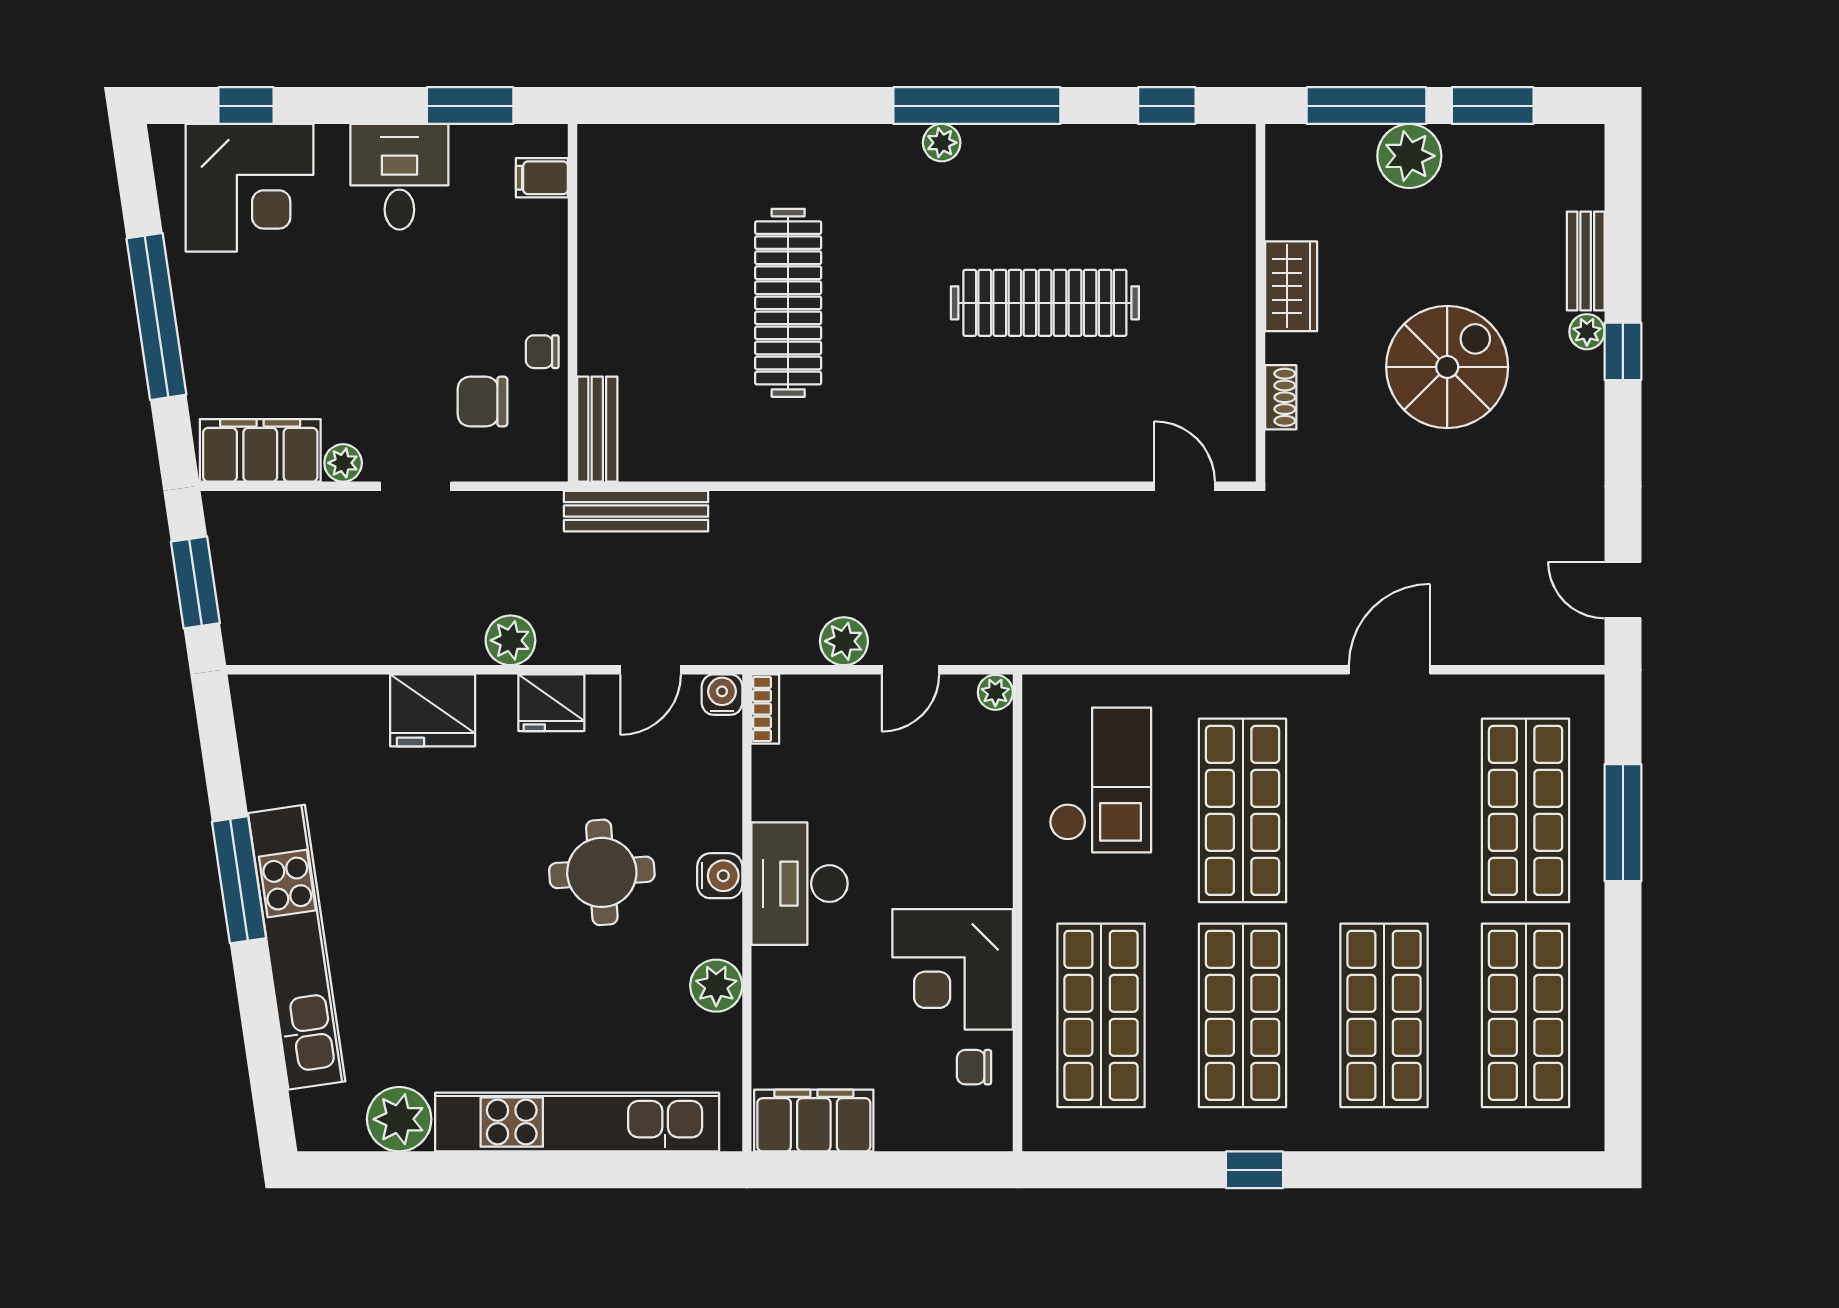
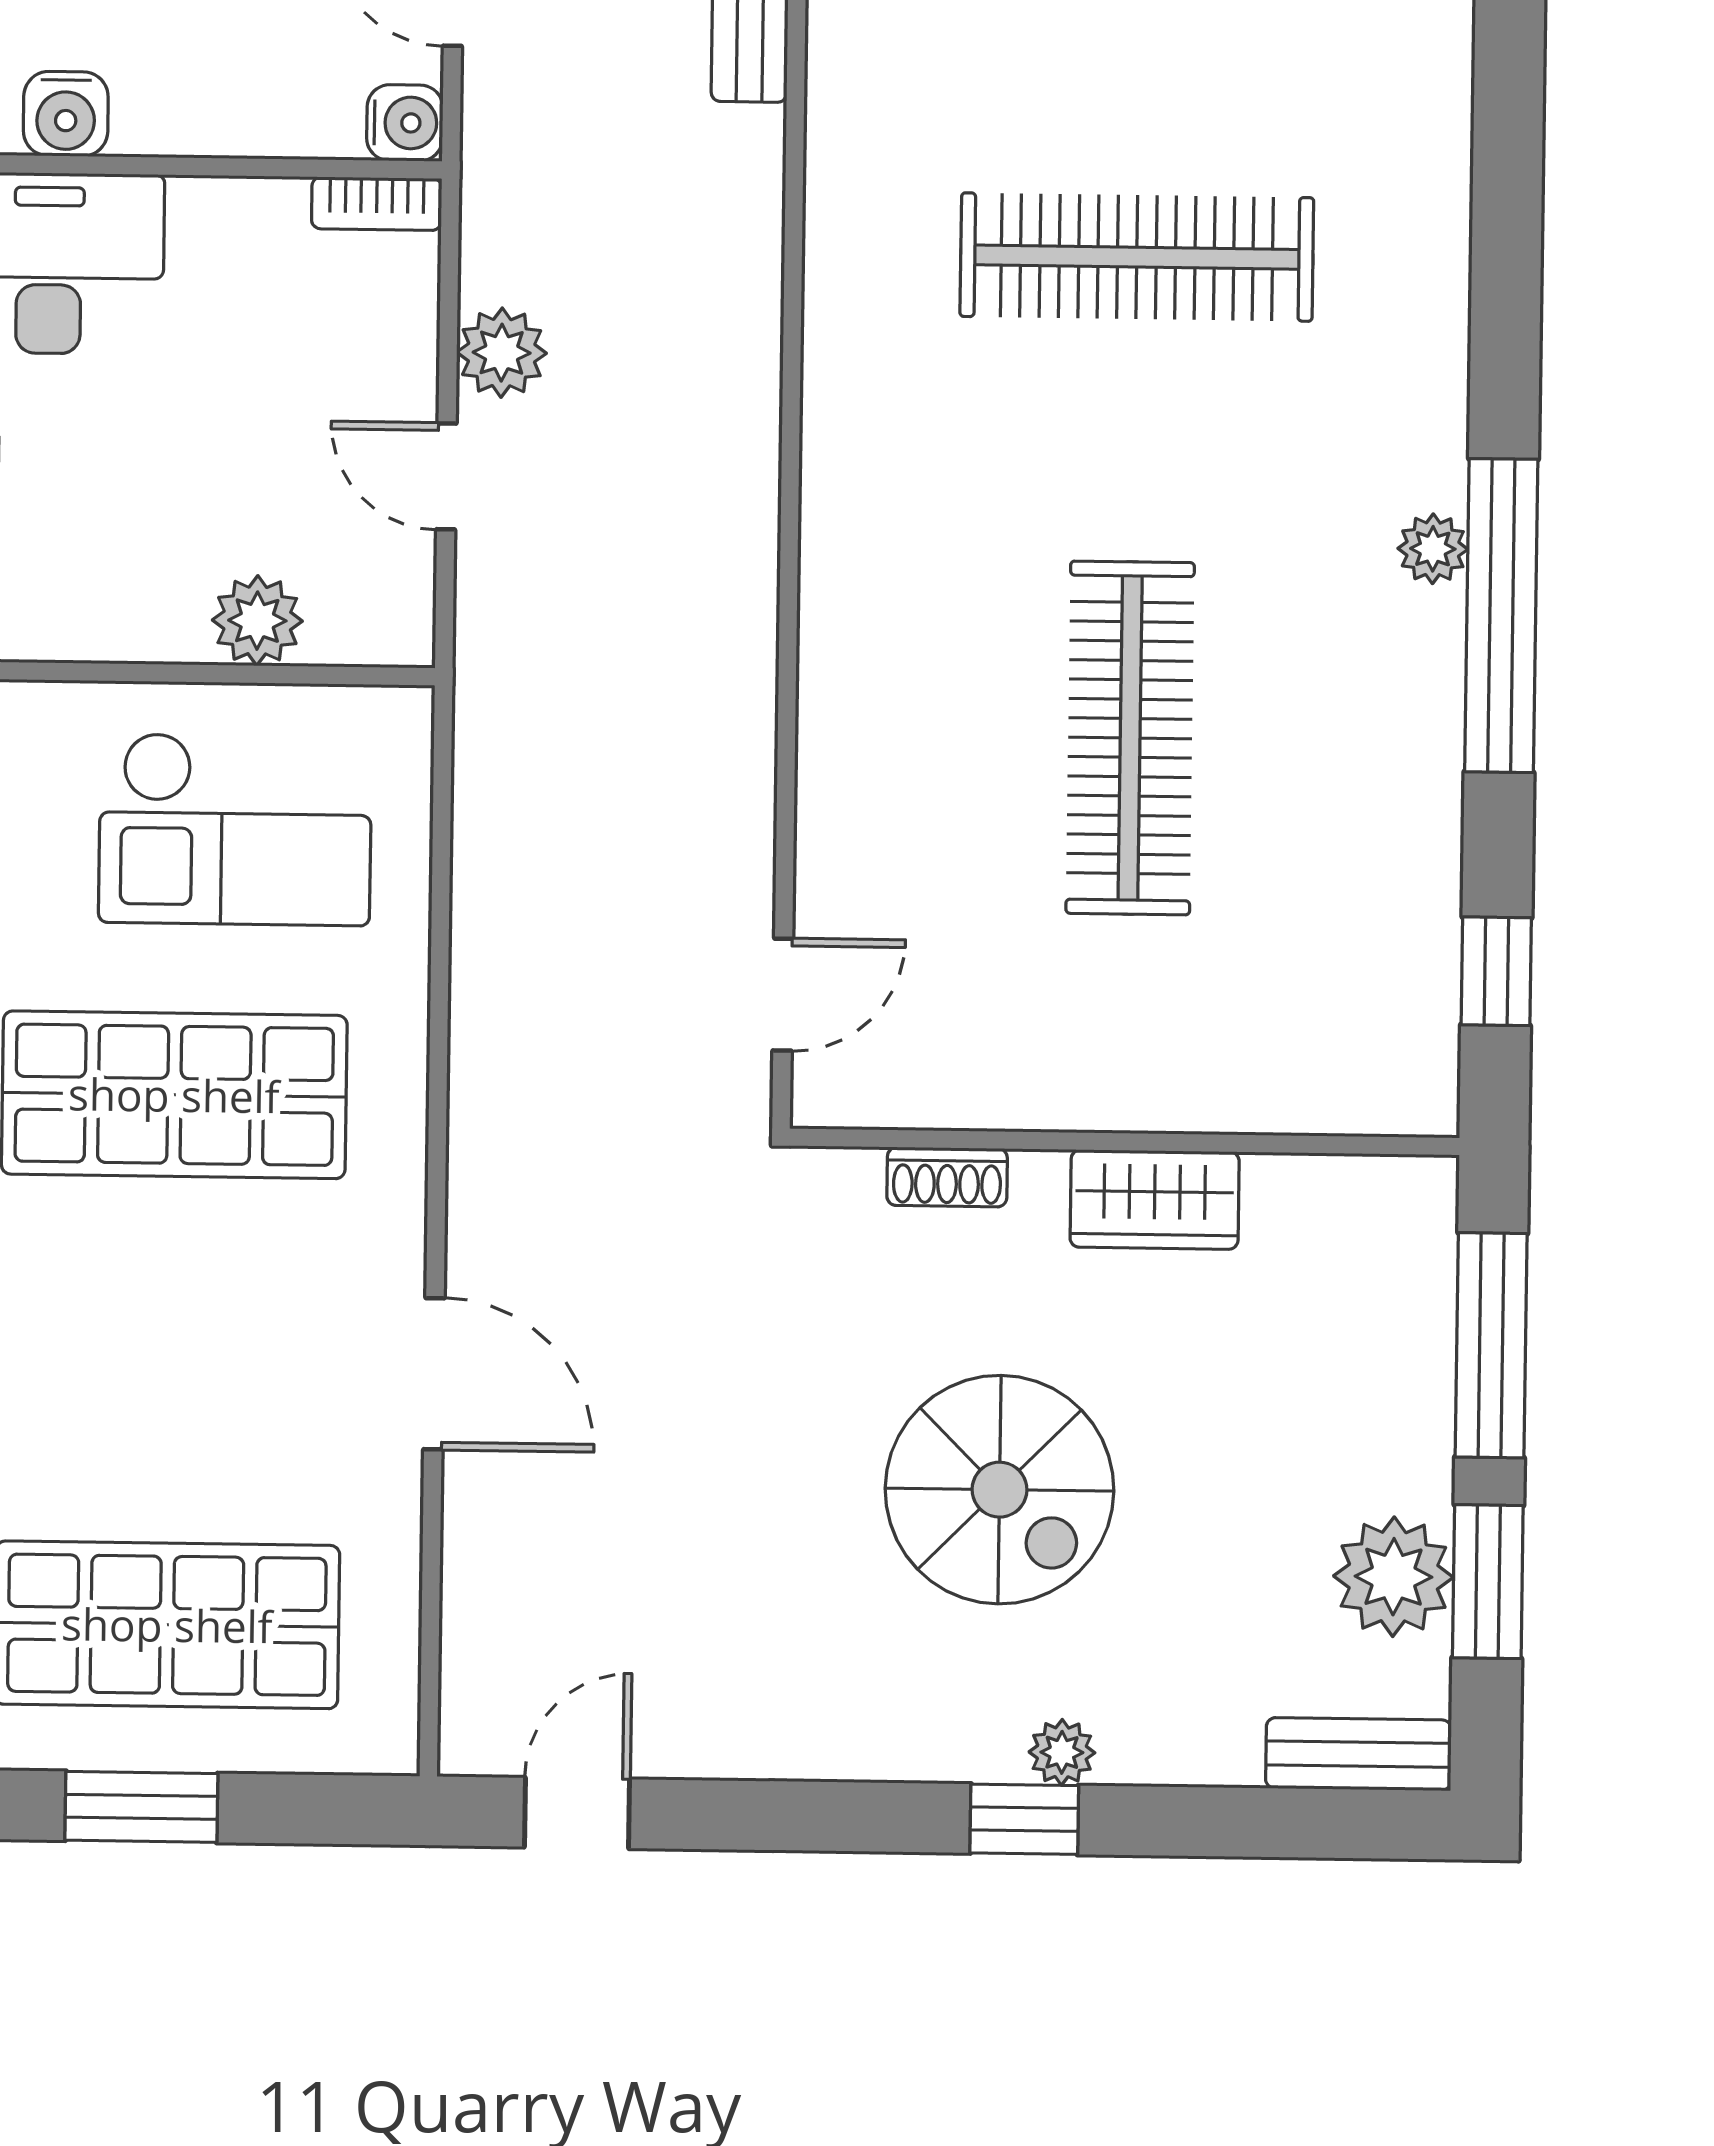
plant: (1409, 156) -> (1393, 1577), moved
bench: (1586, 261) -> (1358, 1754), moved
plant: (995, 692) -> (257, 621), moved, width x1.38, depth x1.38
window: (1623, 823) -> (141, 1807), width x0.69

